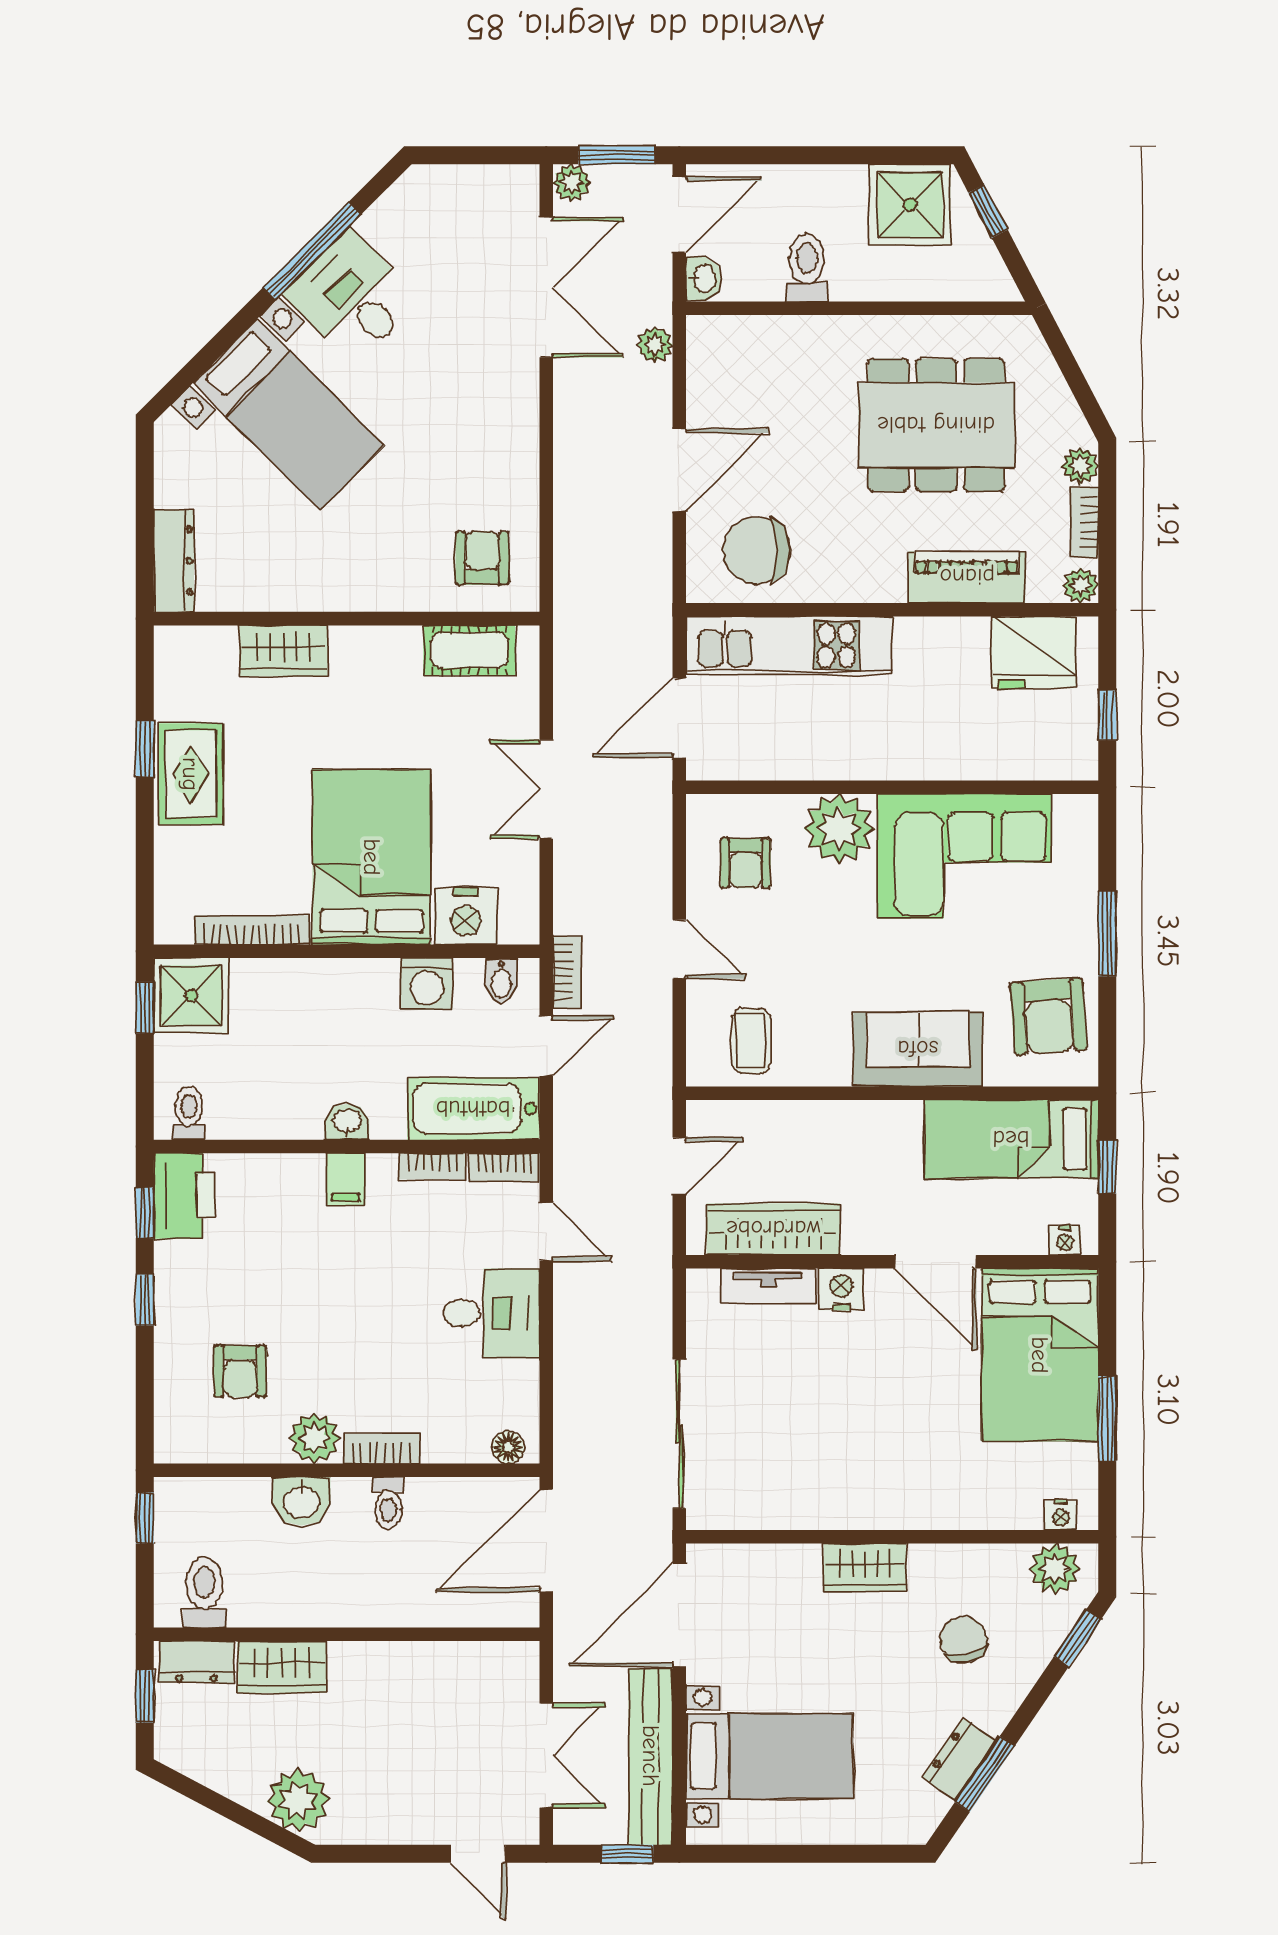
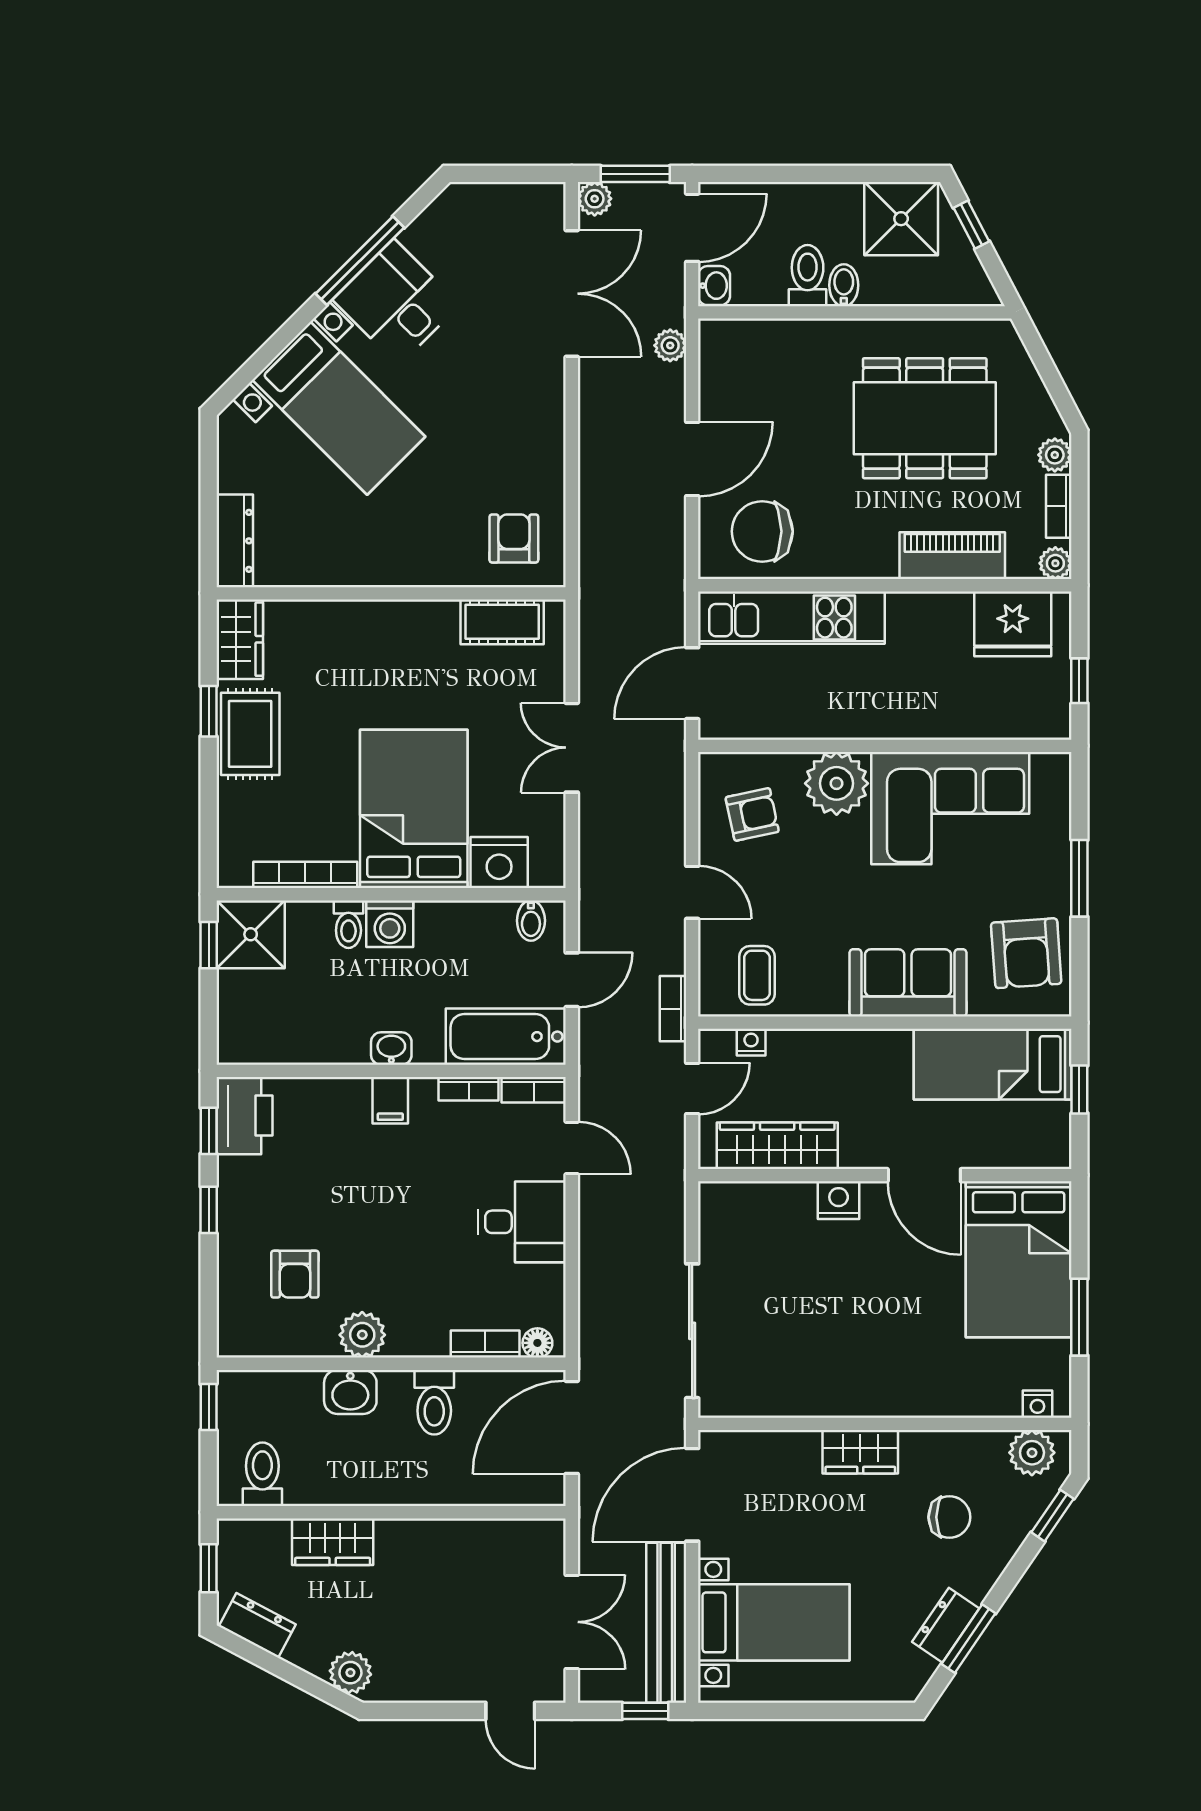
bidet: (847, 278) -> (844, 285), added
wardrobe: (284, 651) -> (240, 639), moved, turned -90
armchair: (746, 863) -> (752, 814), turned -102
bookcase: (567, 972) -> (673, 1009), moved, turned 180
washing machine: (427, 984) -> (390, 924), moved
toilet: (189, 1113) -> (348, 924), moved, turned 180
nightstand: (1065, 1240) -> (751, 1042), moved, turned 180
tv unit: (768, 1286) -> (772, 1197), removed
bookcase: (381, 1448) -> (485, 1344), moved
toilet: (388, 1503) -> (434, 1402), width x1.37, depth x1.39
chair: (964, 1640) -> (949, 1517), turned 101
dresser: (196, 1662) -> (257, 1625), moved, turned -152
plant: (298, 1800) -> (350, 1673), width x0.73, depth x0.73

